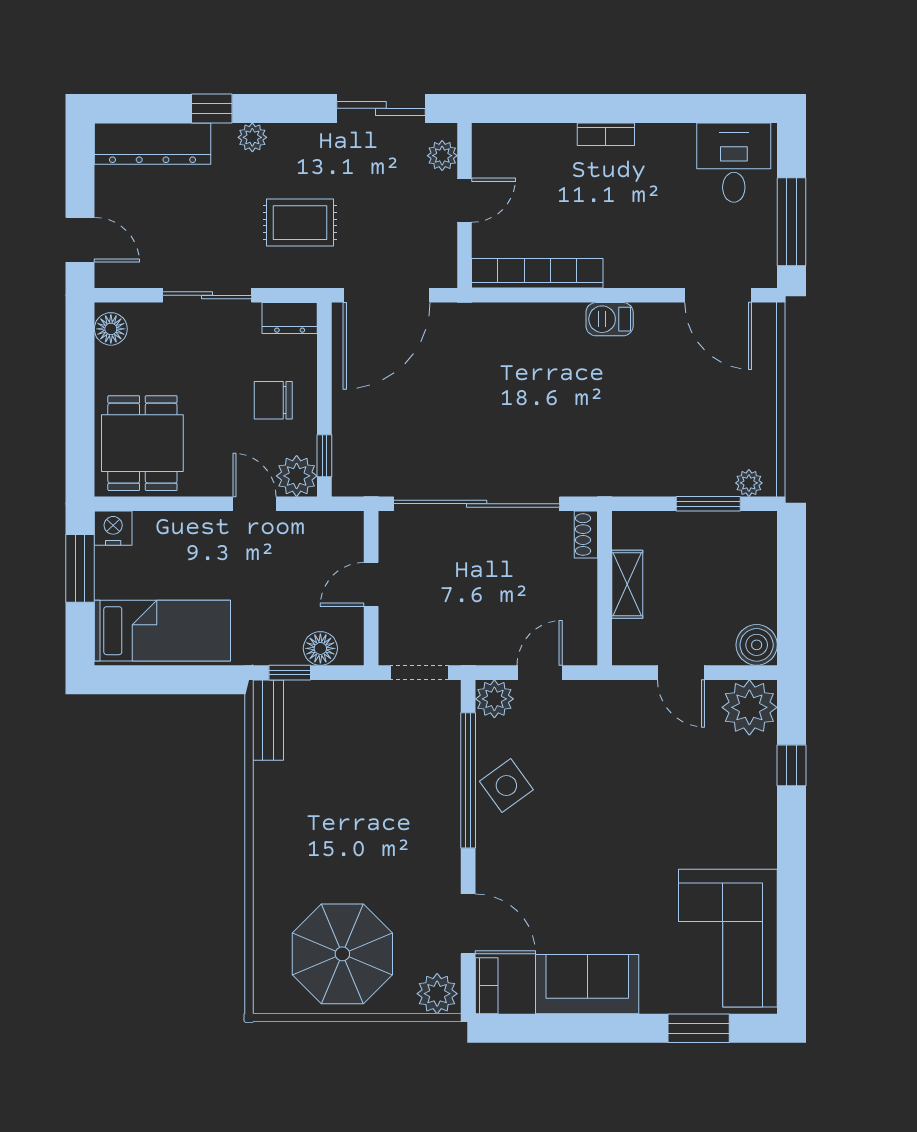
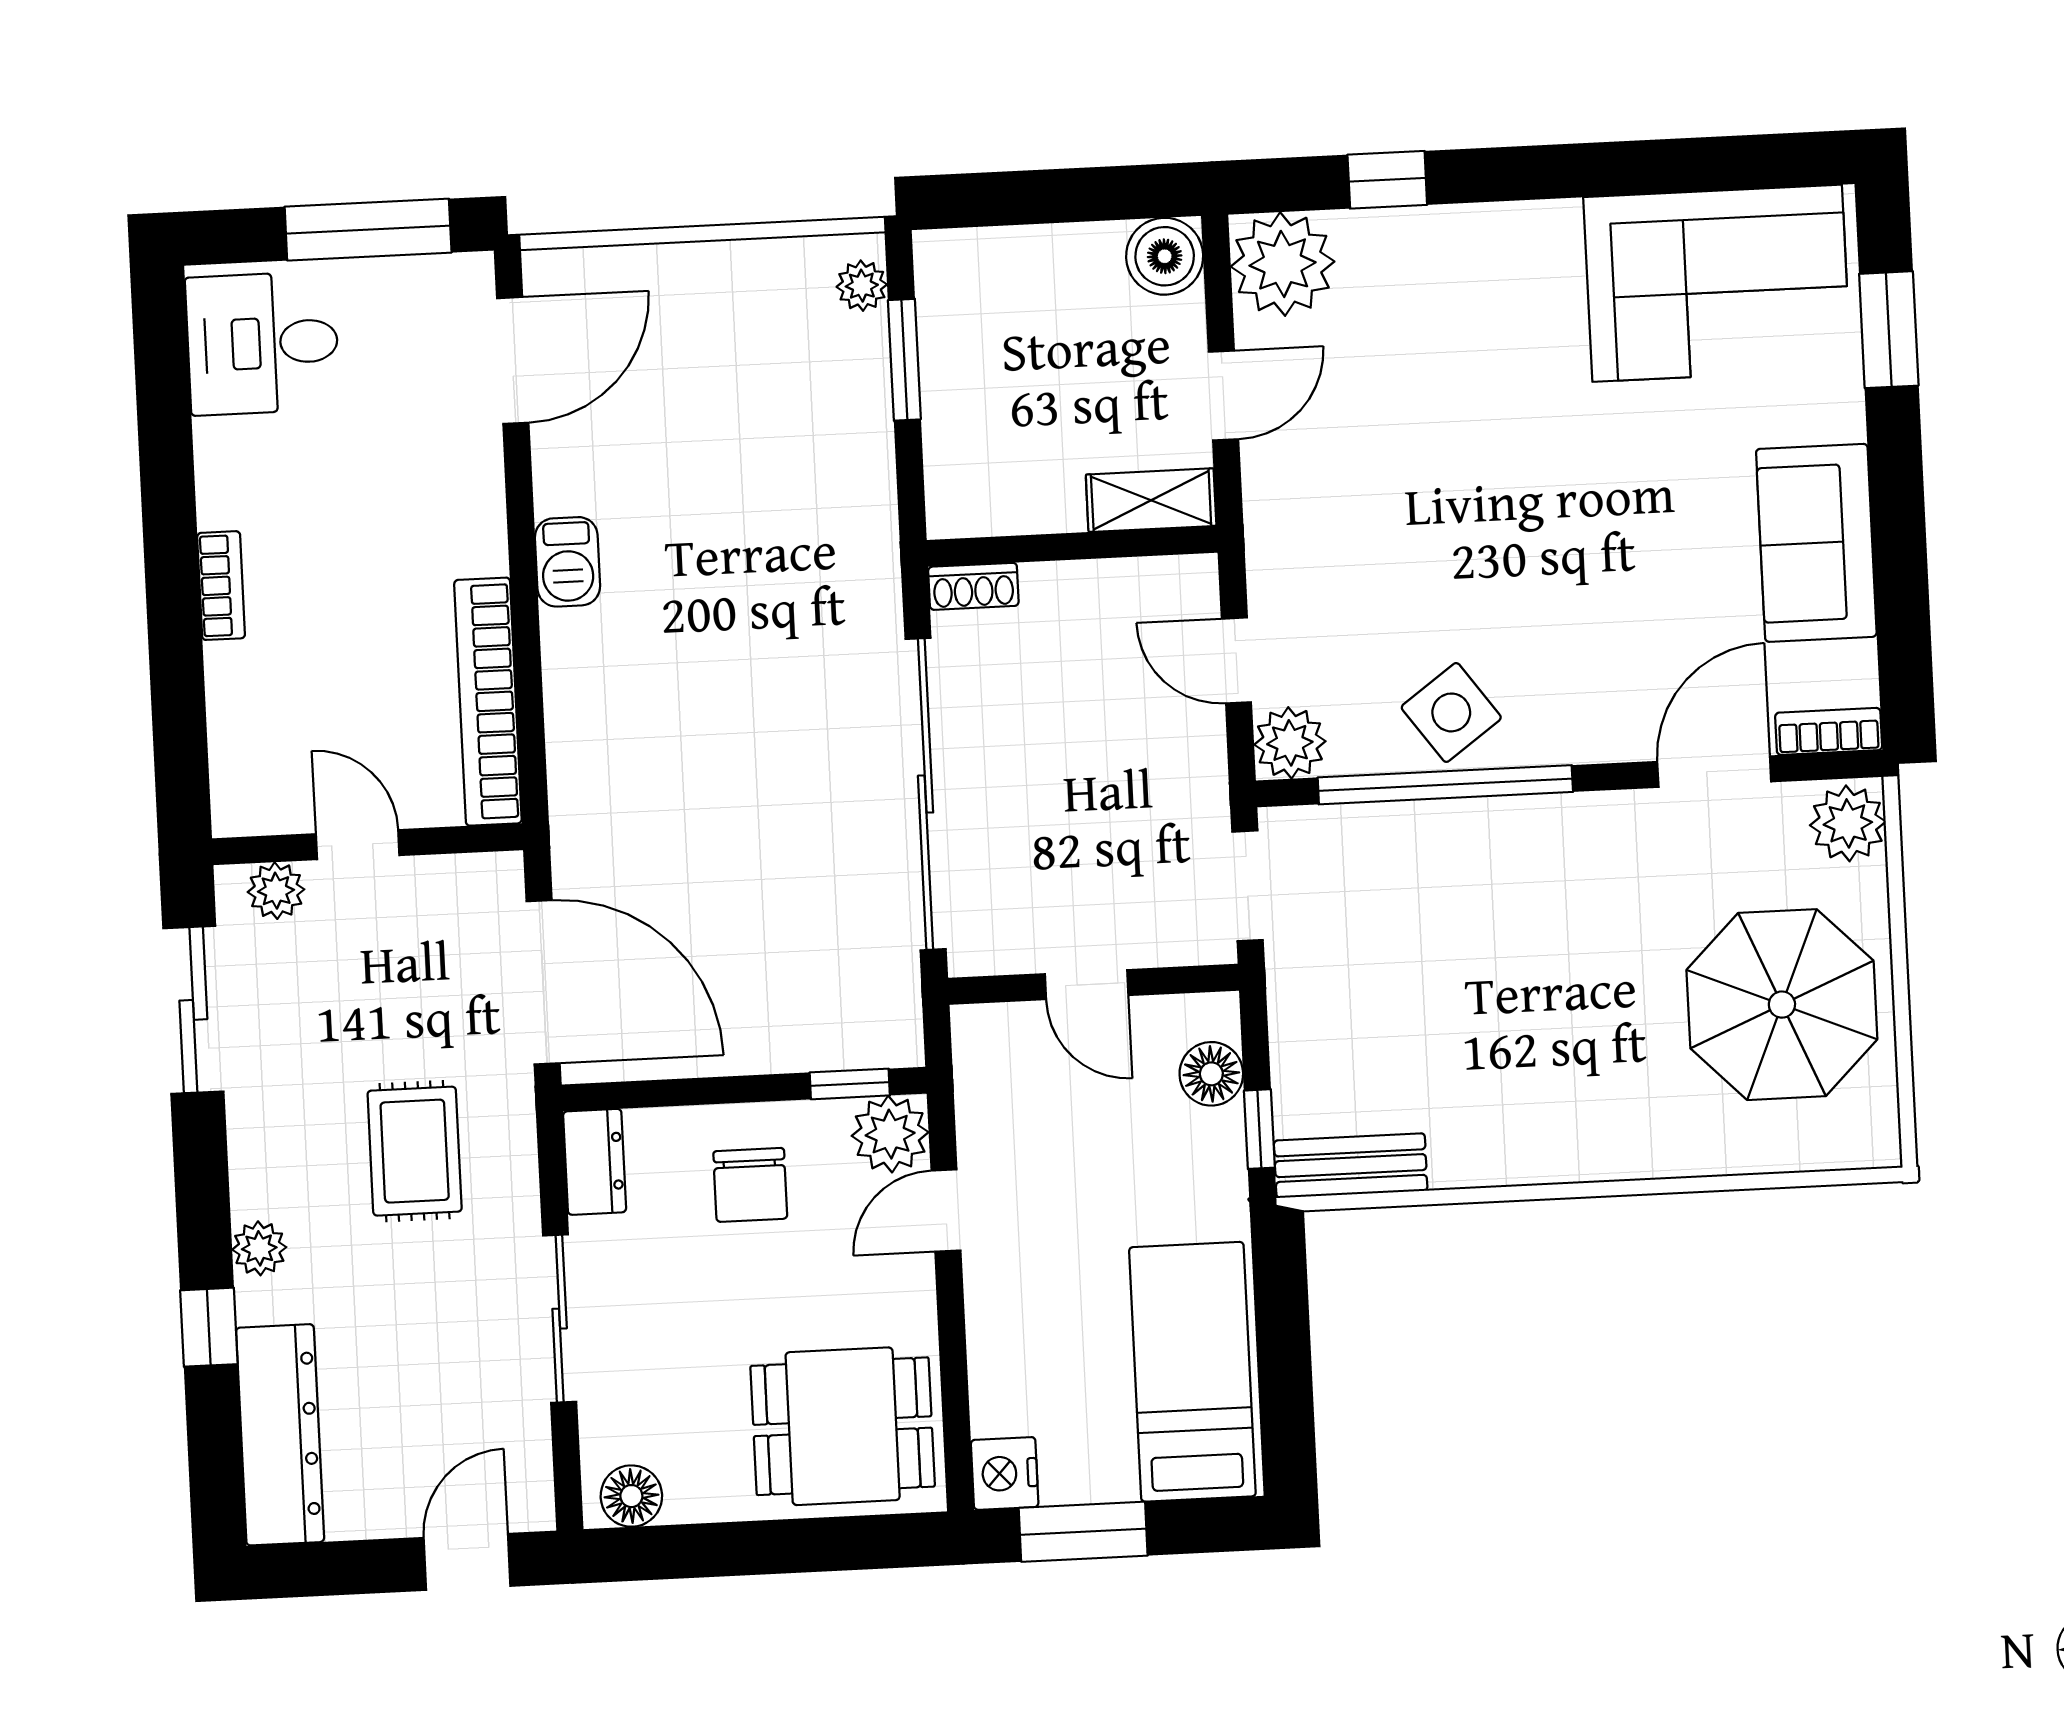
shelving: (627, 584) -> (1151, 500), moved

